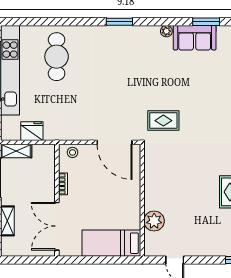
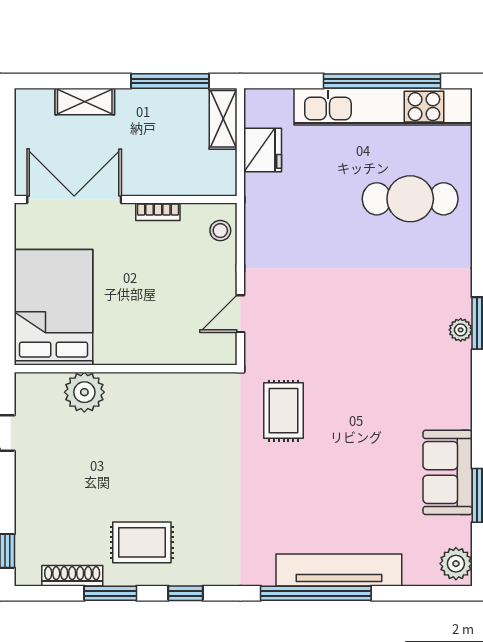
plant: (166, 31) -> (461, 330), moved
door: (115, 142) -> (240, 314), width x0.53
bed: (111, 243) -> (54, 307), width x1.50

